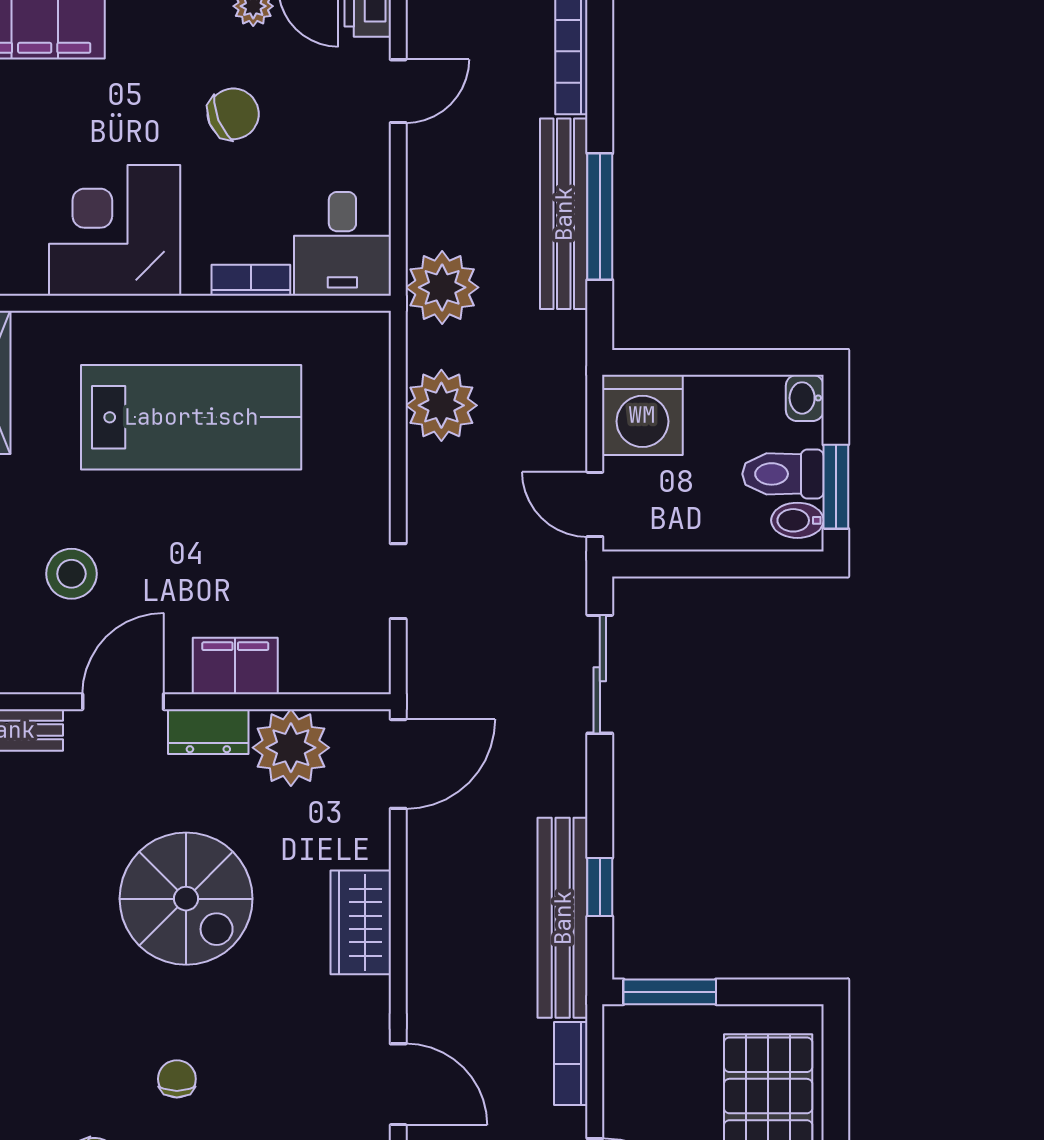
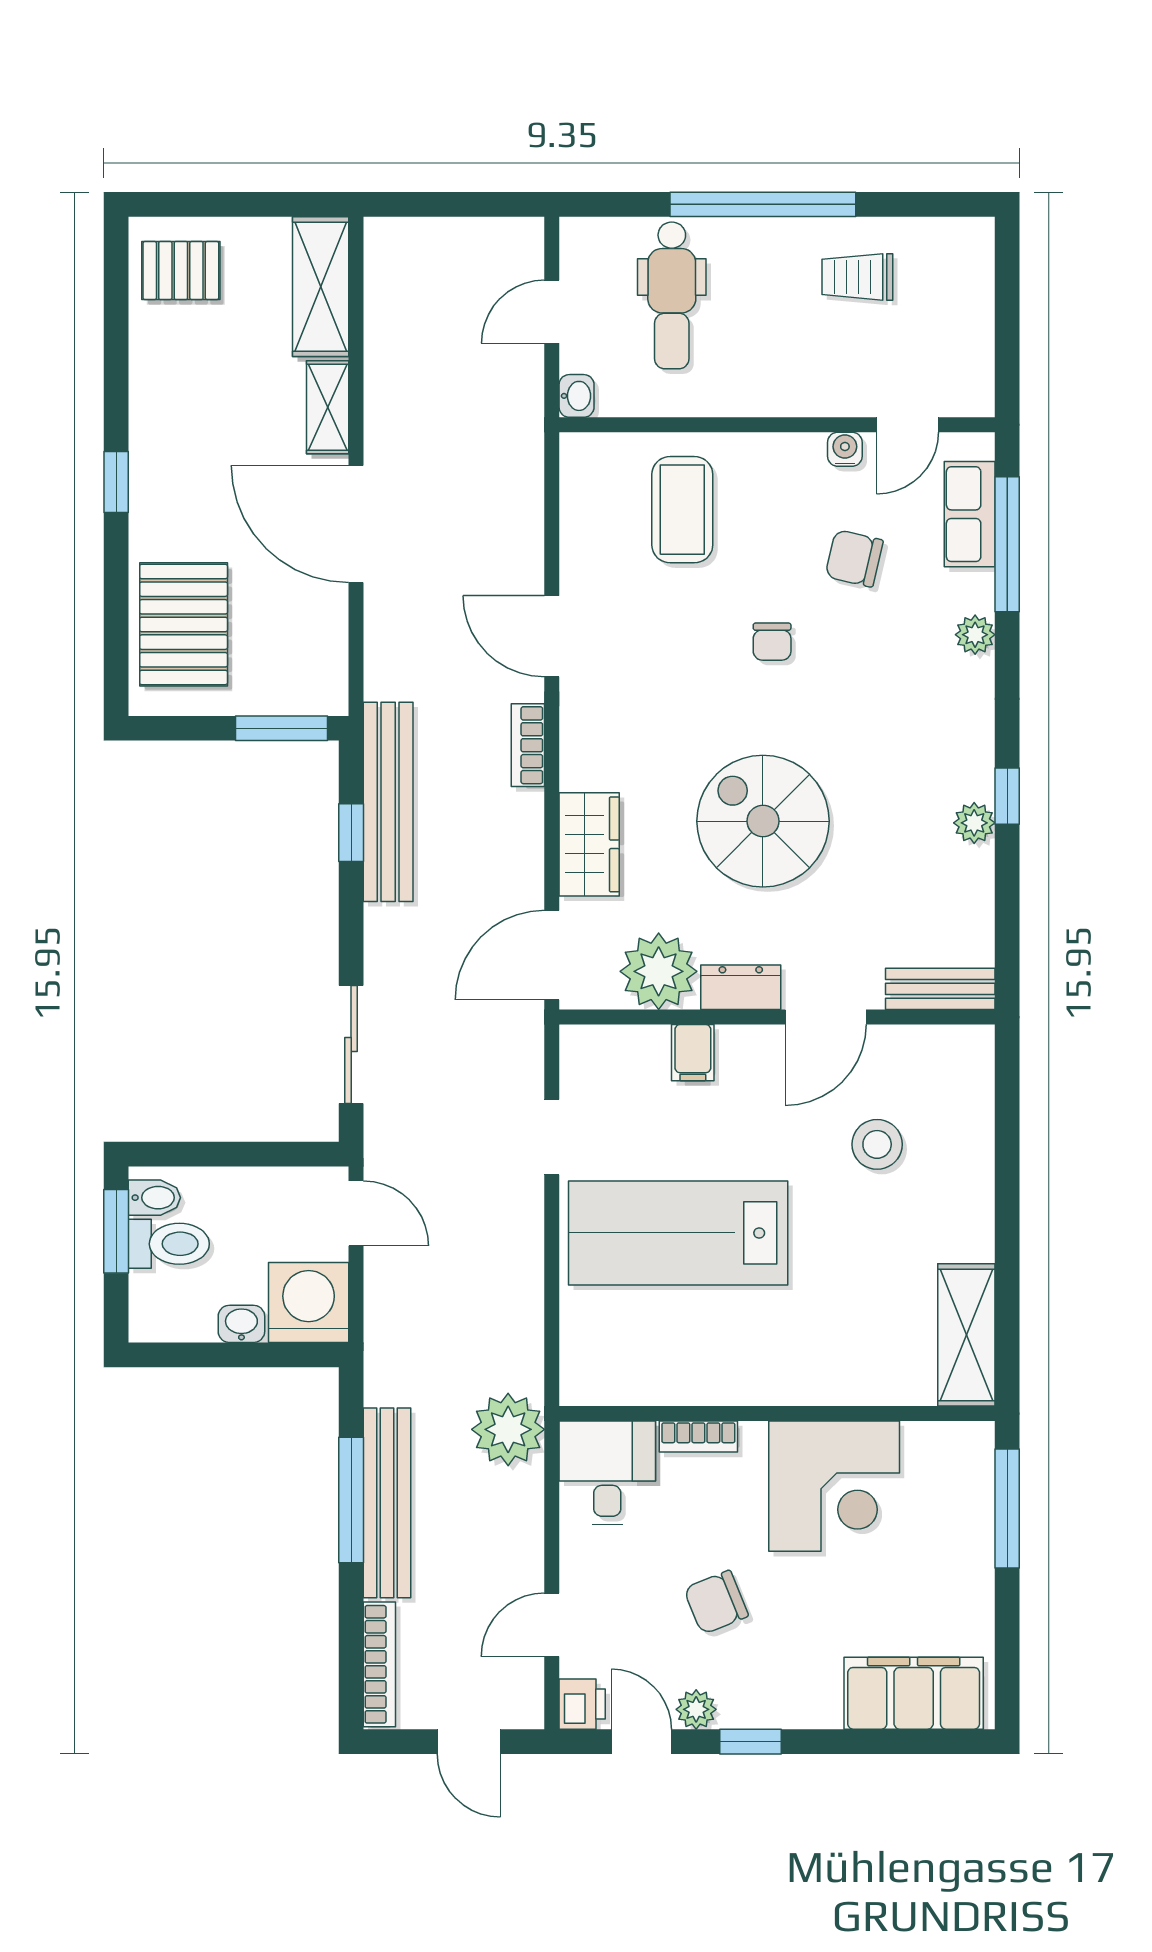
washbasin: (805, 398) -> (241, 1324), moved, turned -90
plant: (441, 405) -> (509, 1312), removed
lab bench: (191, 417) -> (678, 1233), moved
filing cabinet: (235, 666) -> (693, 1053), width x0.50
wardrobe: (361, 922) -> (589, 844), moved
bookcase: (571, 1064) -> (528, 745), moved, turned 180

